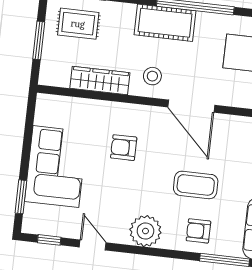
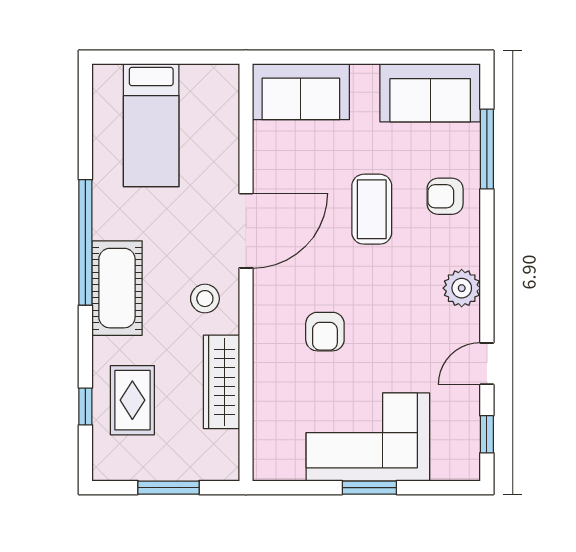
rug: (78, 24) -> (132, 400), moved
window: (21, 197) -> (369, 488), moved
plant: (145, 231) -> (462, 288), width x0.73, depth x0.73
armchair: (198, 231) -> (445, 196), turned 90

